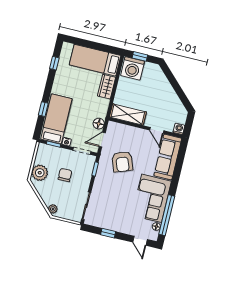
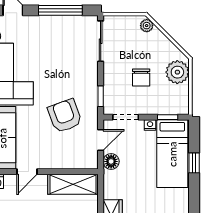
door: (157, 130) -> (27, 172), swing flipped
window: (108, 233) -> (60, 10), width x2.17

